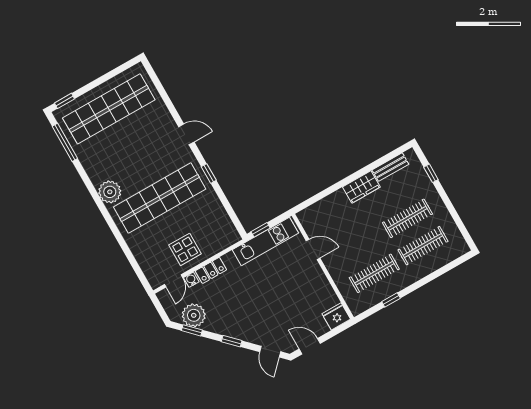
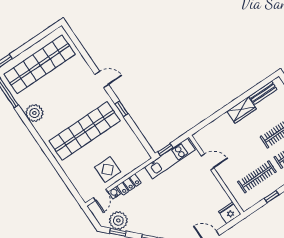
plant: (110, 192) -> (34, 113), moved

